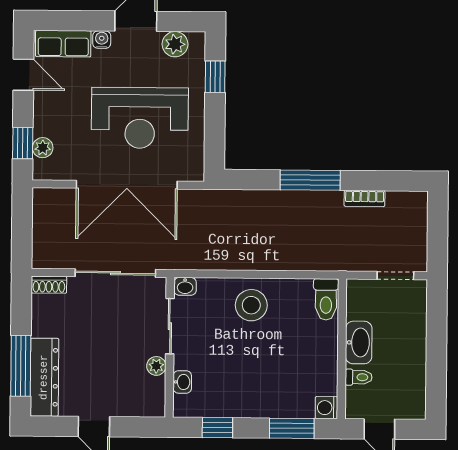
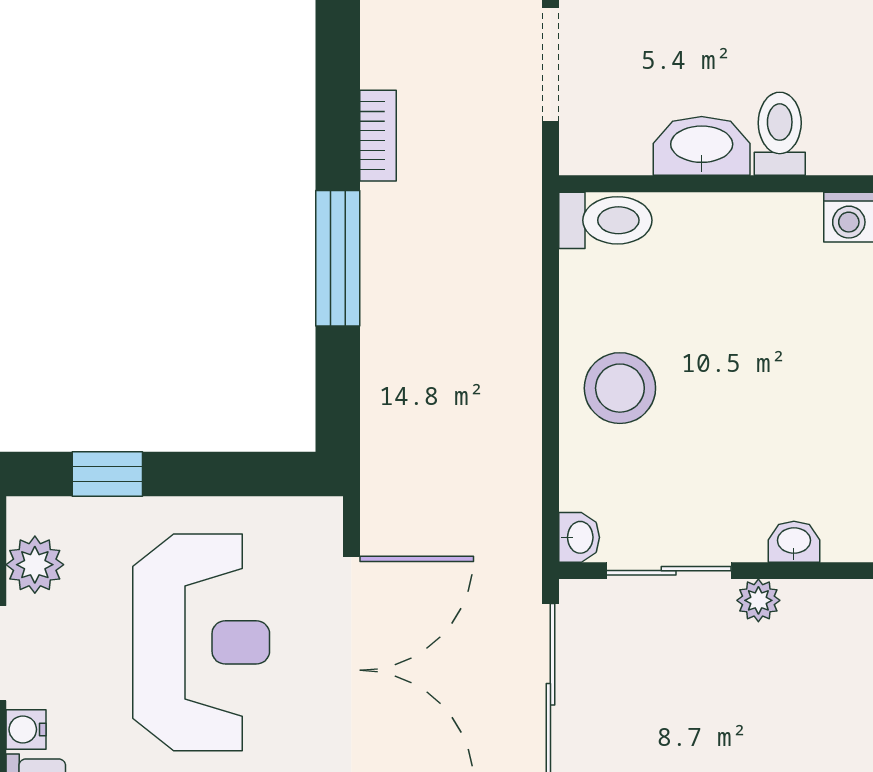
doorway: (395, 276) -> (550, 65), width x1.38
toilet: (359, 377) -> (780, 134), width x1.37, depth x1.39

